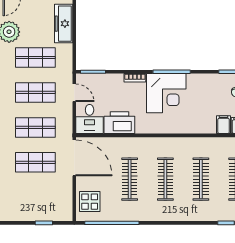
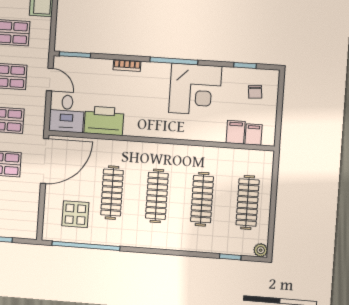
corner desk: (166, 93) -> (195, 89), moved
door: (74, 158) -> (44, 161), hinge flipped
display table: (90, 202) -> (75, 214), moved

